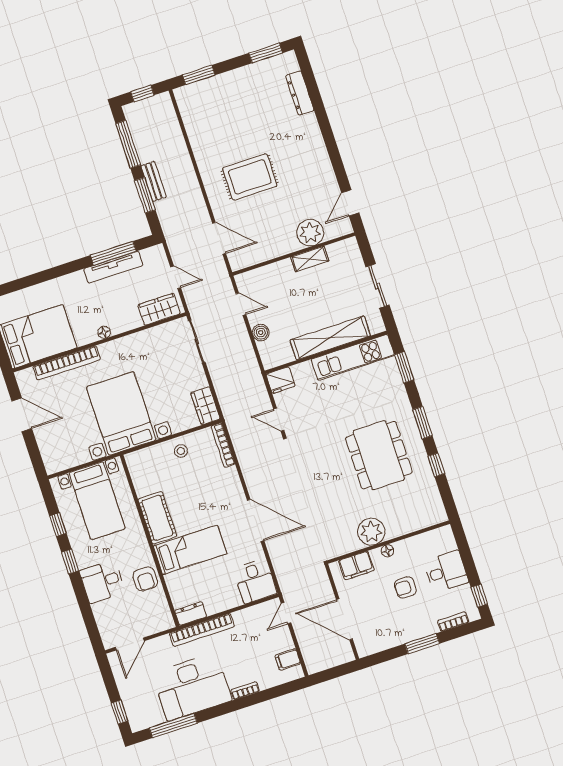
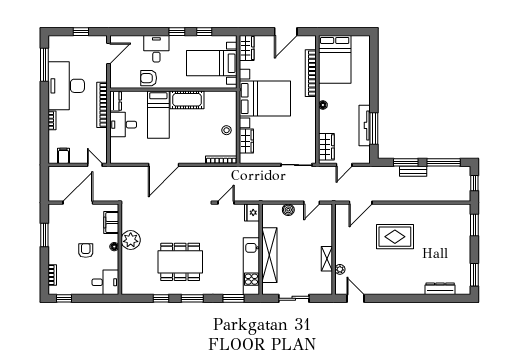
rug: (250, 177) -> (395, 237), turned 90
plant: (310, 233) -> (340, 269), width x0.53, depth x0.53
wardrobe: (205, 406) -> (246, 141), moved, turned 90
wardrobe: (61, 460) -> (247, 48), added
desk: (446, 571) -> (105, 282), moved, turned -90
desk: (255, 581) -> (123, 125), moved
door: (130, 644) -> (108, 54), swing flipped
window: (422, 644) -> (44, 235), moved
window: (120, 712) -> (81, 32), moved

